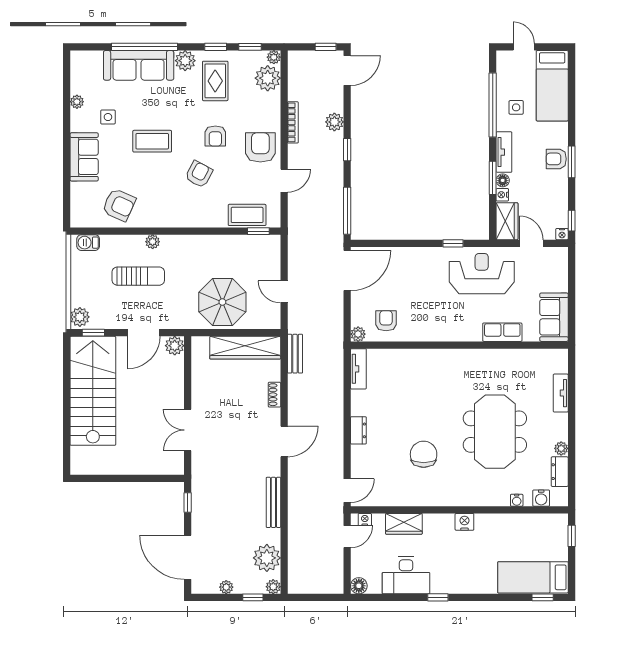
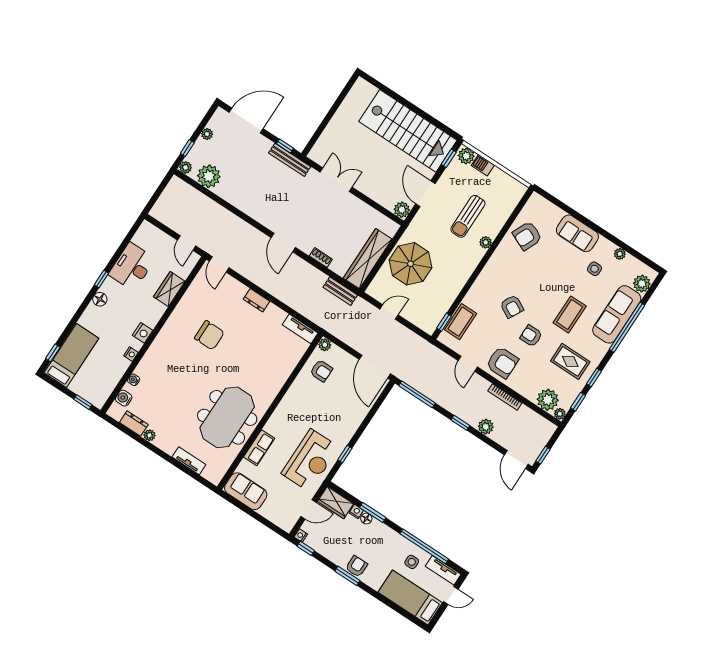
plant: (185, 61) -> (642, 284), moved
coffee table: (152, 141) -> (570, 314), moved
tv unit: (504, 152) -> (443, 570), moved
barbecue: (88, 243) -> (483, 165), moved, turned -90
meeting table: (495, 432) -> (227, 417), moved, turned 90
bench: (273, 502) -> (290, 160), moved
nightstand: (365, 519) -> (131, 354), moved
floor lamp: (359, 586) -> (100, 299), moved

